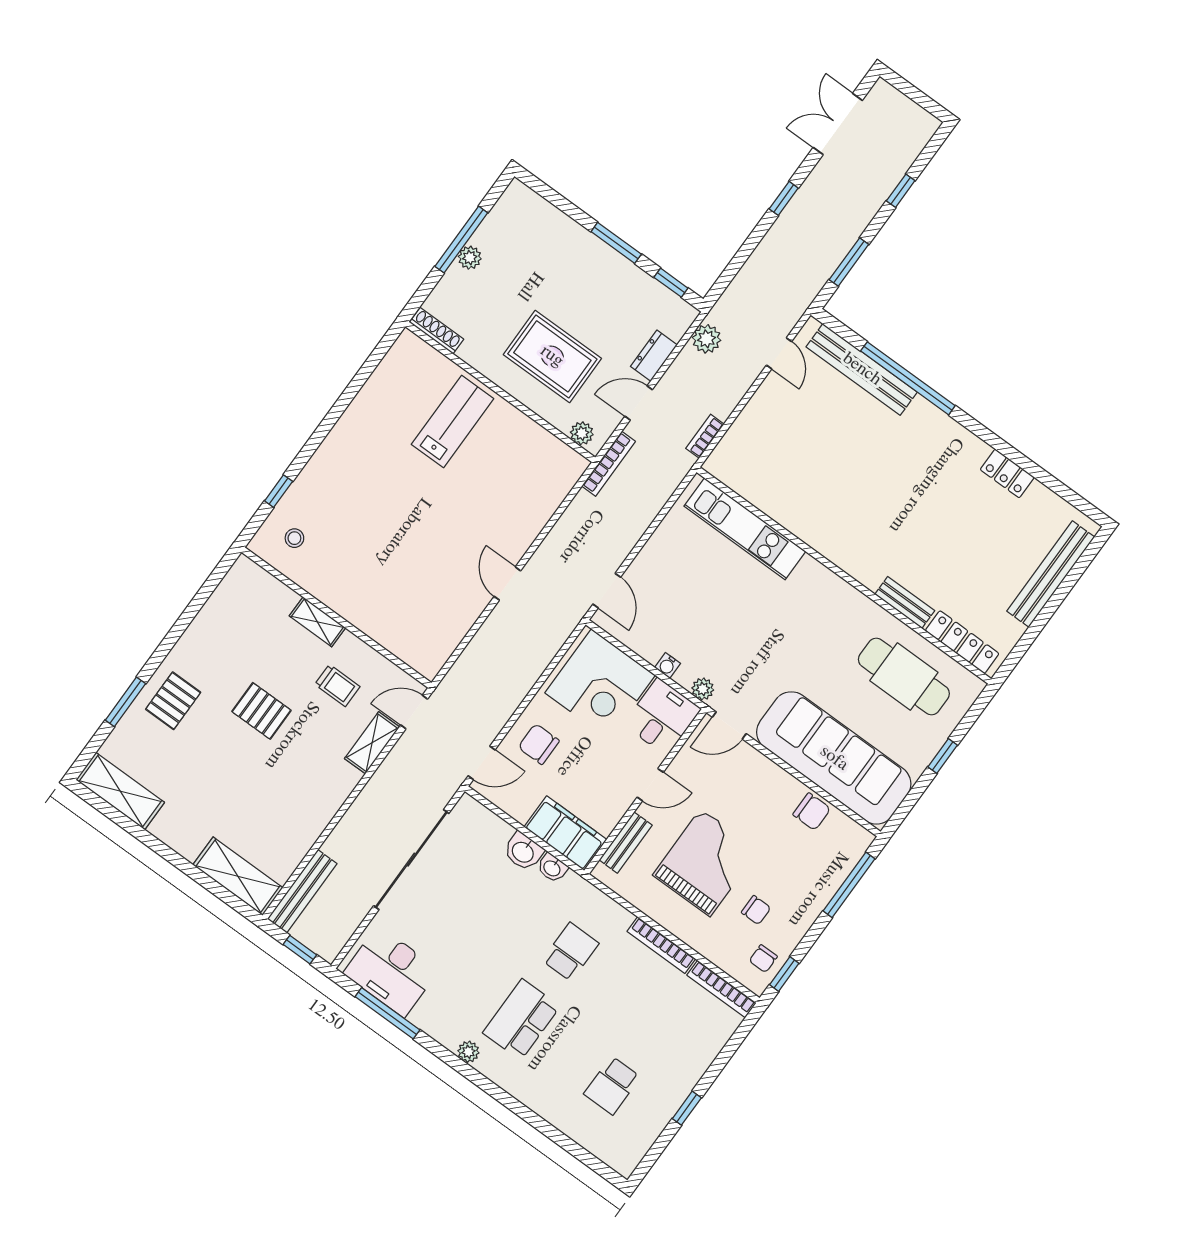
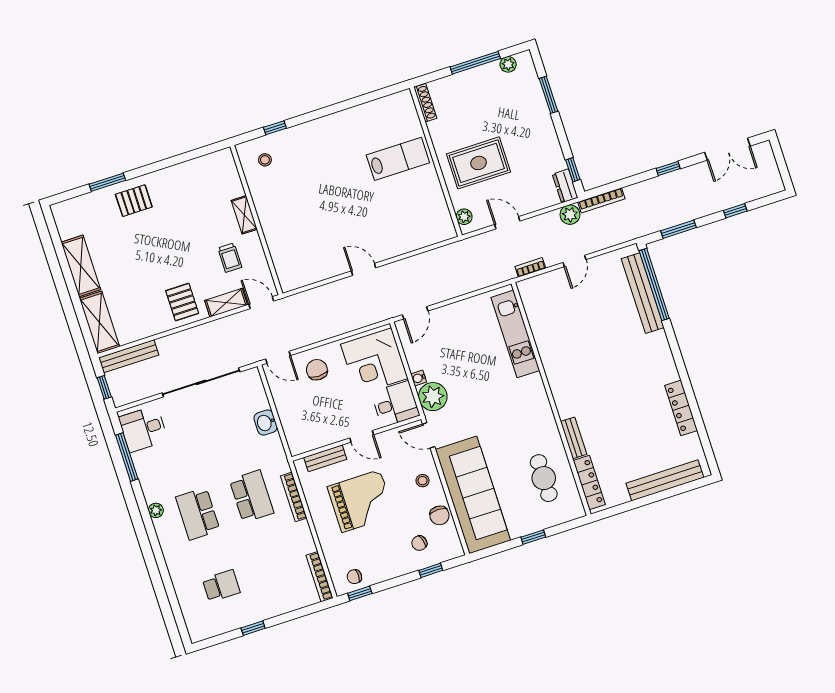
double door: (838, 124) -> (727, 149), swing flipped
window: (616, 243) -> (549, 95), moved
plant: (470, 258) -> (508, 64), moved
door: (779, 353) -> (574, 261), moved
rug: (552, 356) -> (479, 163), turned 90
dresser: (654, 356) -> (565, 186), moved, turned -90
window: (908, 378) -> (654, 285), moved
bookcase: (609, 464) -> (601, 200), moved
locker: (1007, 473) -> (681, 408), width x1.53
door: (507, 584) -> (364, 269), hinge flipped
cafe table: (904, 676) -> (544, 478), width x0.73, depth x0.74
plant: (703, 689) -> (433, 397), width x1.87, depth x1.87
pallet: (261, 711) -> (182, 302), moved
stool: (761, 785) -> (423, 481), added
shelving: (120, 791) -> (81, 266), moved
filing cabinet: (565, 833) -> (296, 429), removed
washbasin: (552, 868) -> (275, 443), removed
window: (849, 885) -> (431, 570), width x0.46
chair: (756, 910) -> (419, 543), moved, turned 73
bookcase: (661, 945) -> (294, 497), moved
school desk: (571, 952) -> (252, 496), width x1.85
desk: (391, 971) -> (143, 429), width x0.73
school desk: (521, 1019) -> (198, 514), turned -90
school desk: (612, 1085) -> (221, 586), turned 180

